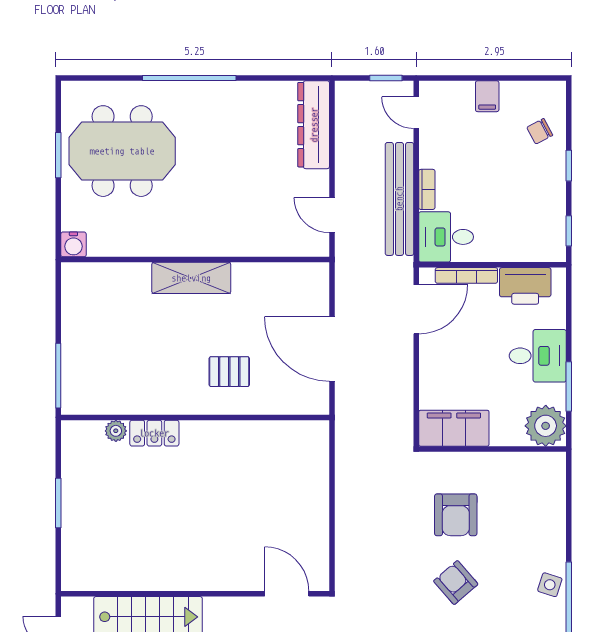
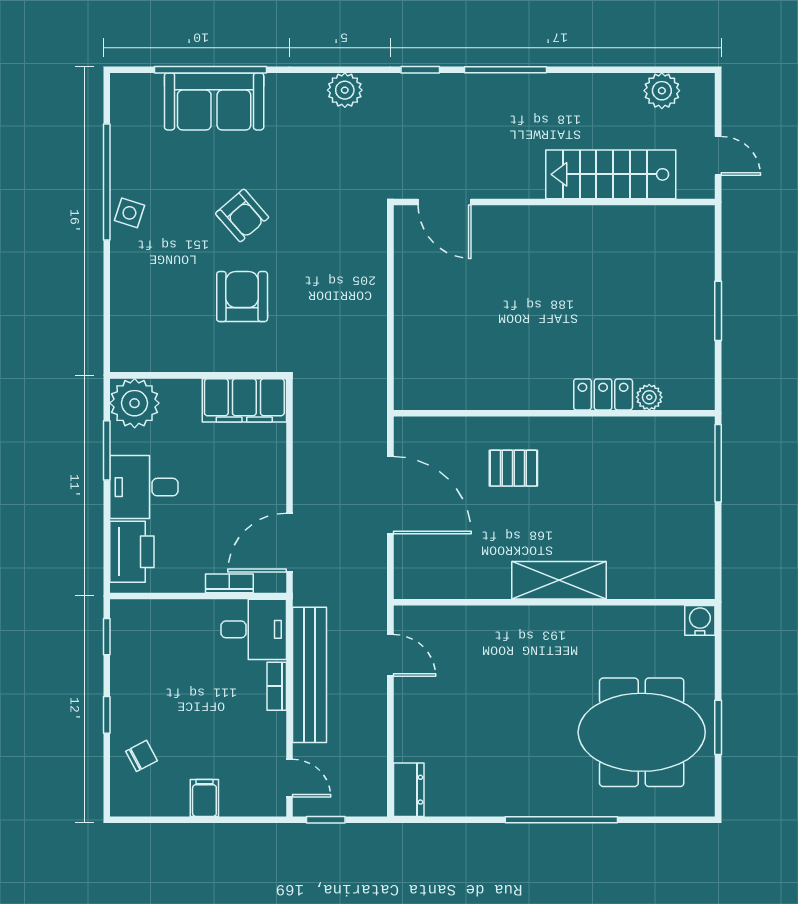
dresser: (314, 125) -> (409, 790), width x0.51, depth x0.80
bookcase: (466, 275) -> (229, 583), width x0.64
printer: (525, 286) -> (132, 552), moved, turned 90

